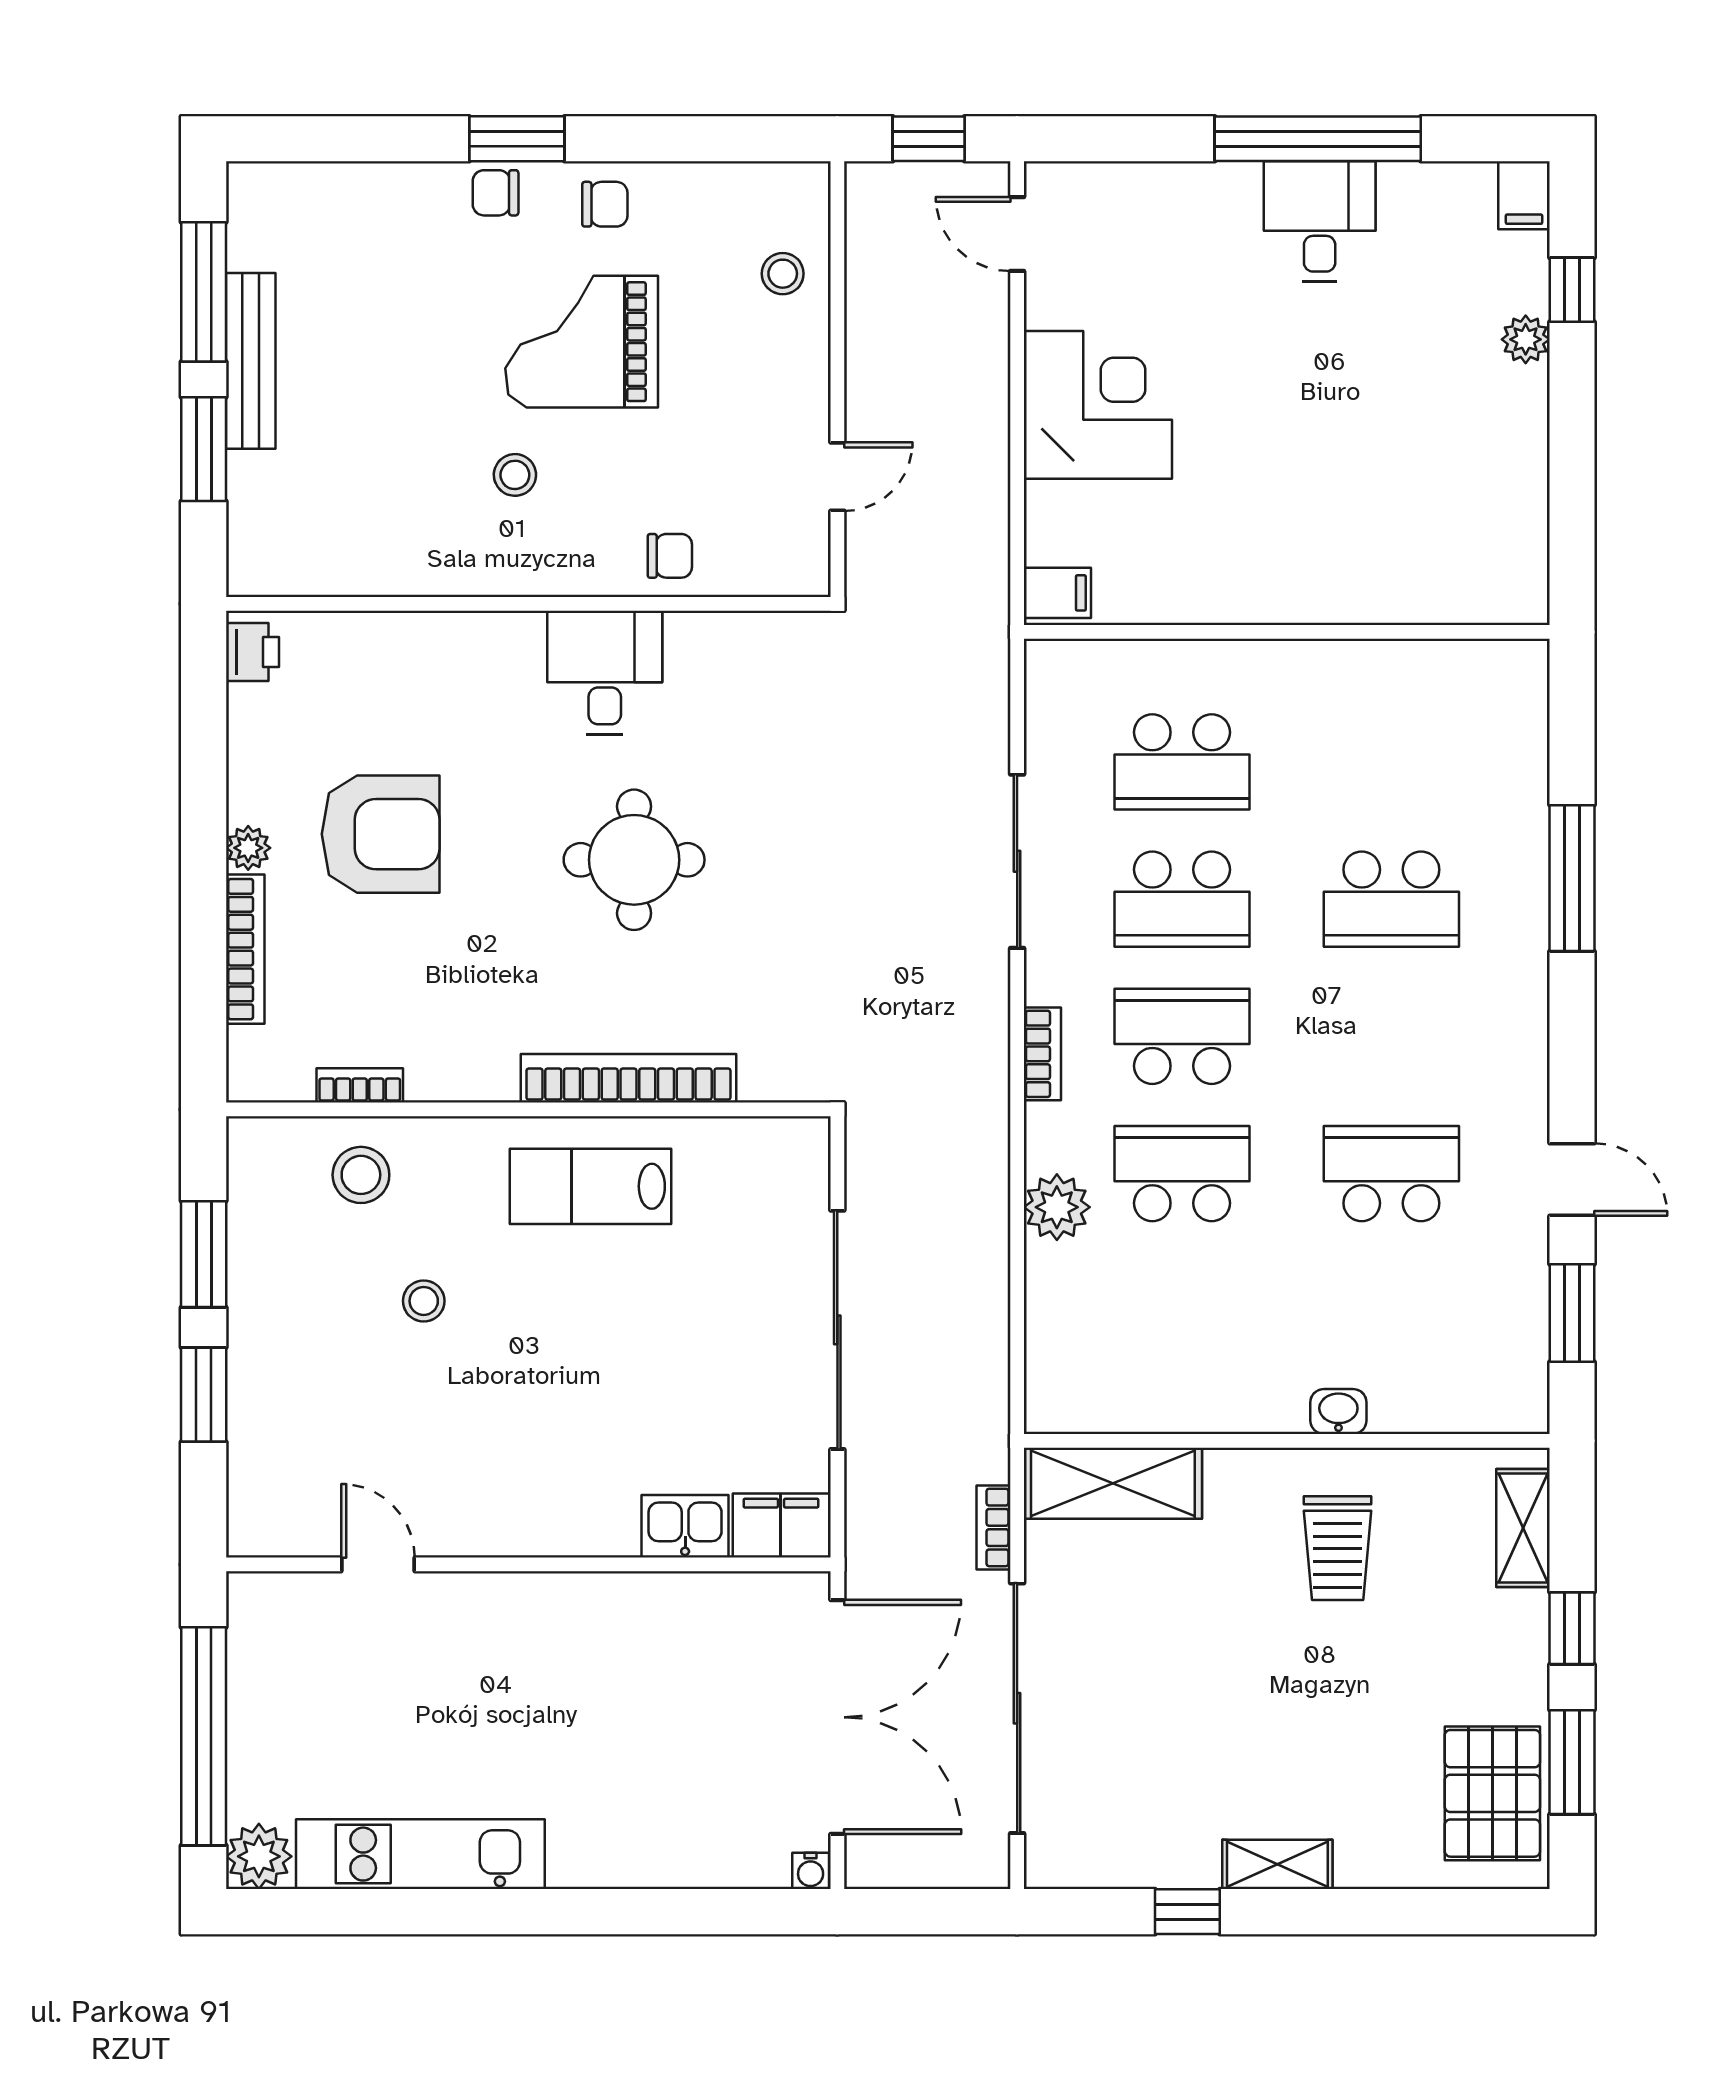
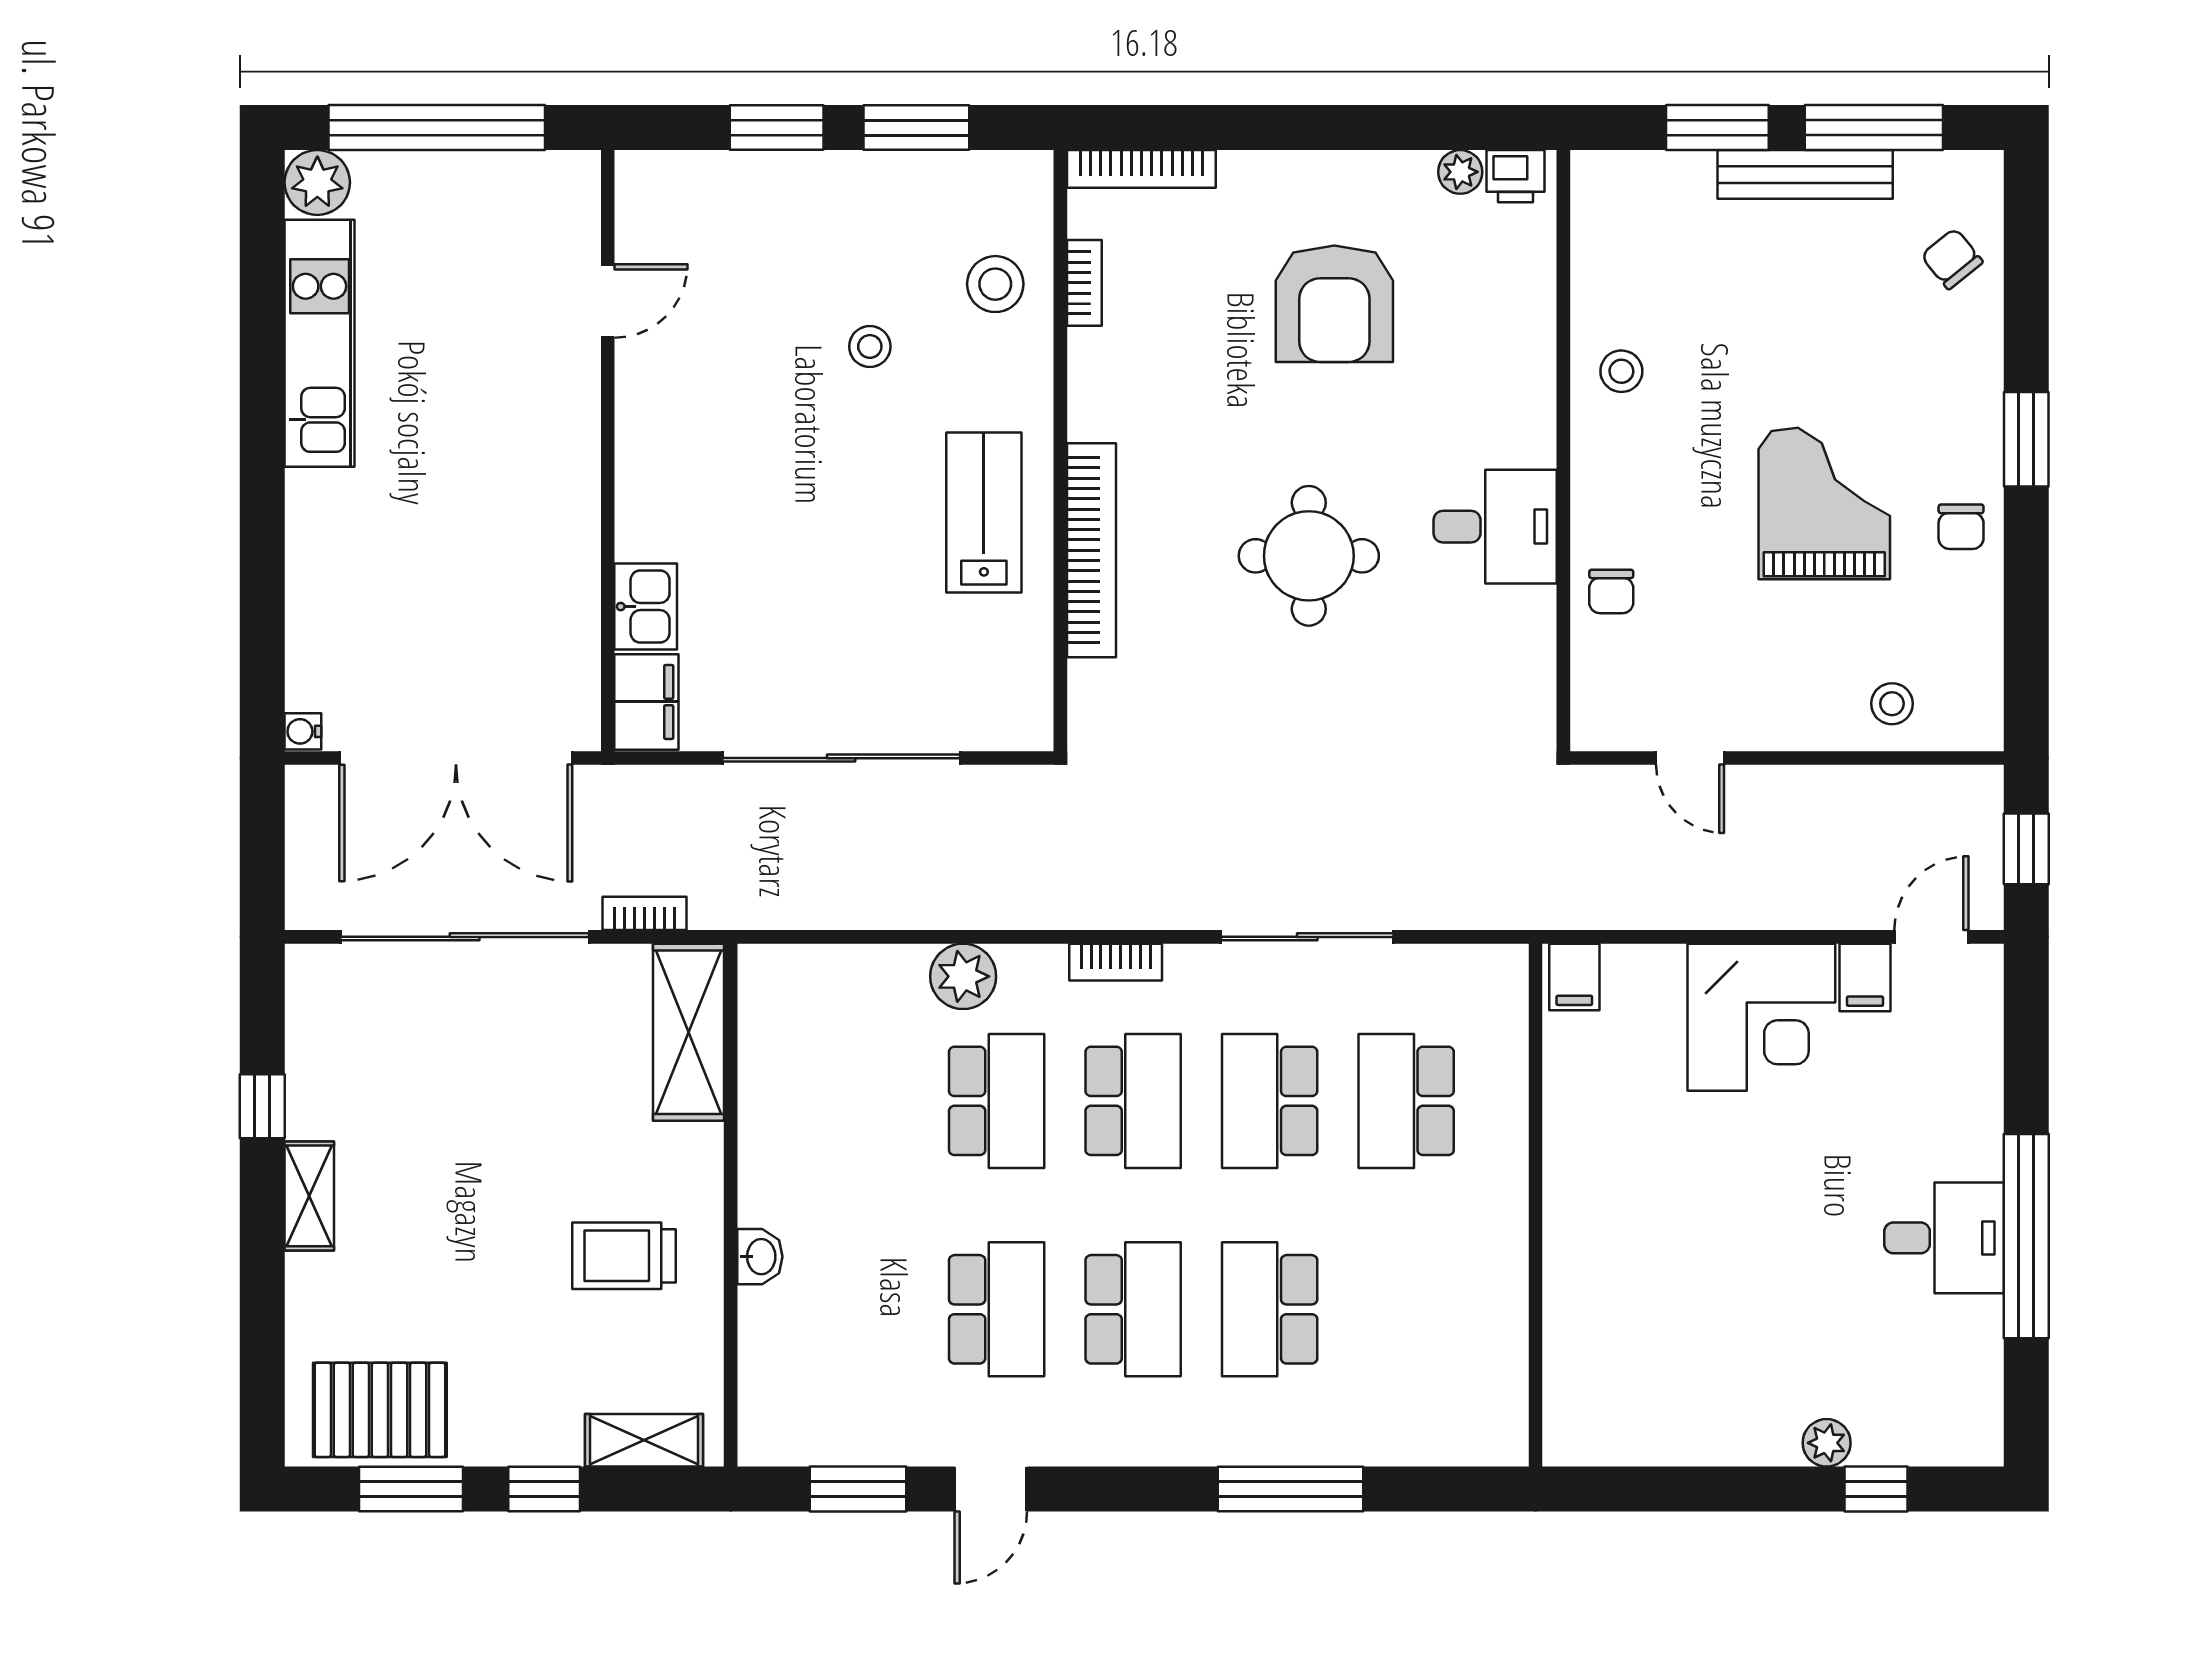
chair: (496, 193) -> (1952, 259), moved, turned -39
filing cabinet: (1524, 195) -> (1865, 977), moved, turned -90
stool: (515, 475) -> (1621, 371), moved
plant: (248, 848) -> (1460, 172), moved
bookcase: (245, 949) -> (1141, 169), moved
school desk: (1391, 1036) -> (1133, 1309), added

